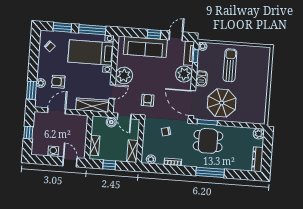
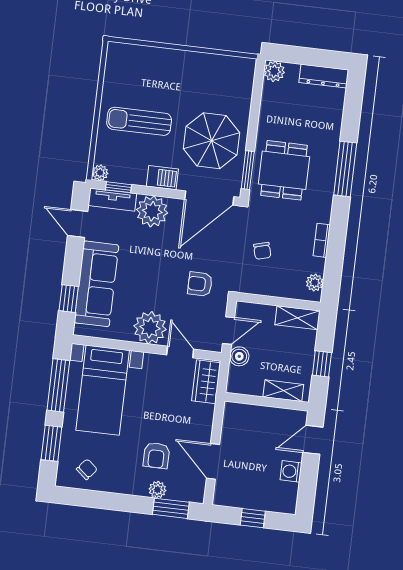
window: (154, 34) -> (69, 299), moved
wardrobe: (92, 105) -> (206, 382), width x0.67

